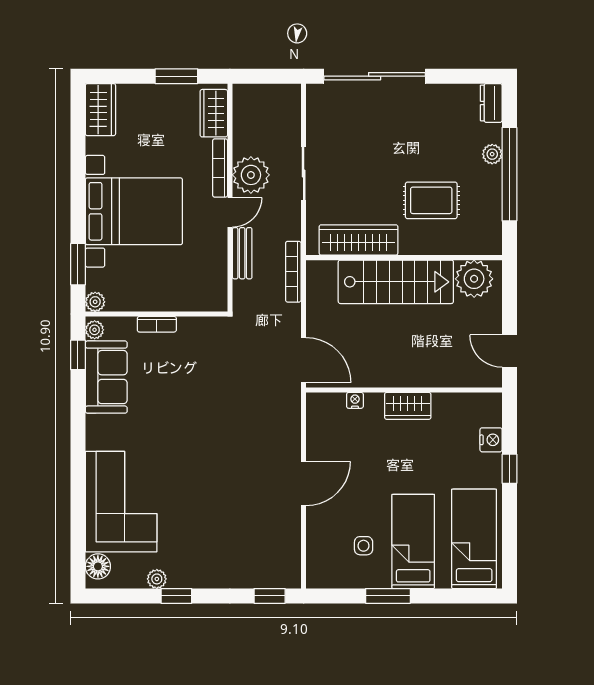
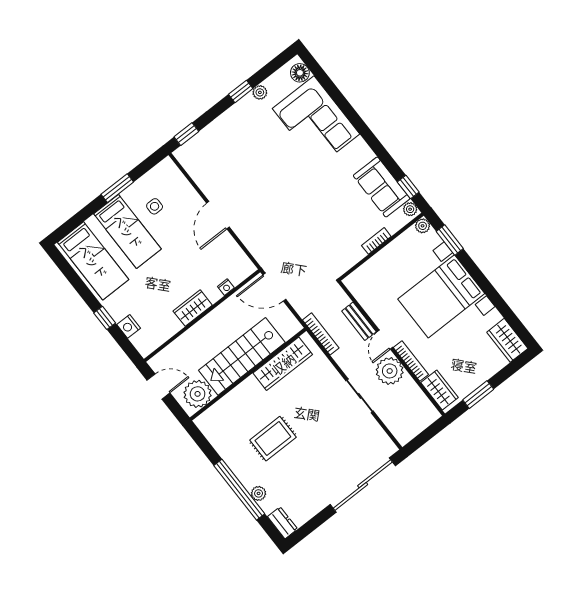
wardrobe: (358, 240) -> (283, 364), moved
wall: (404, 258) -> (248, 374), moved
plant: (474, 279) -> (198, 394), moved
stairs: (396, 282) -> (242, 356), moved

